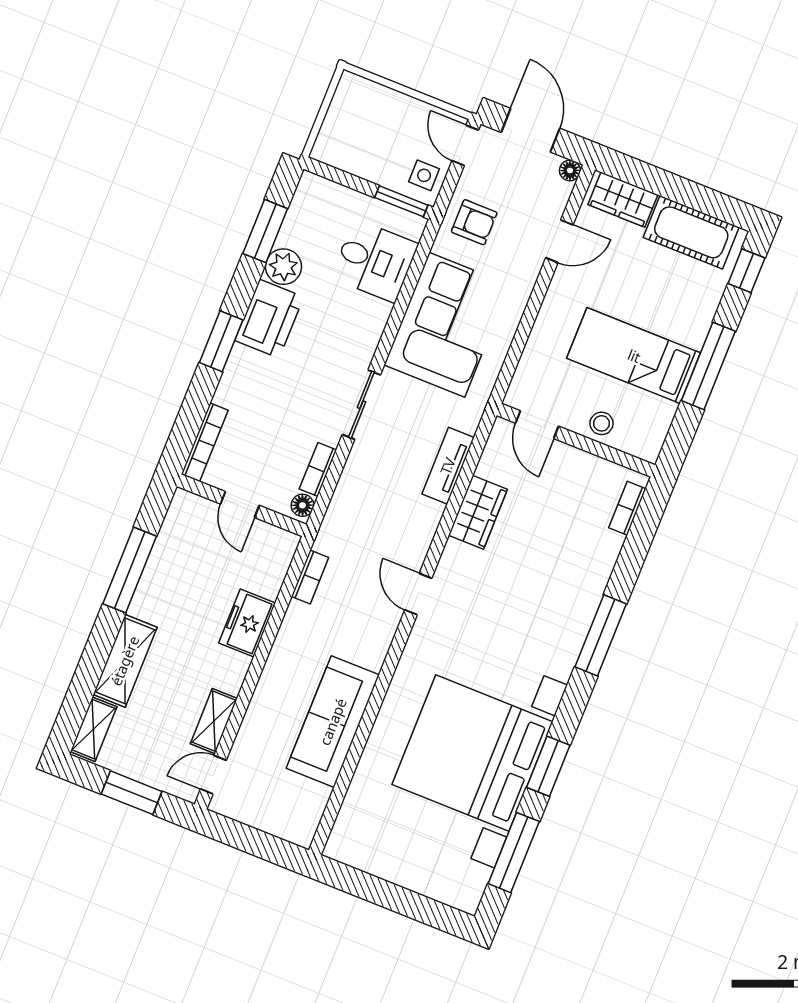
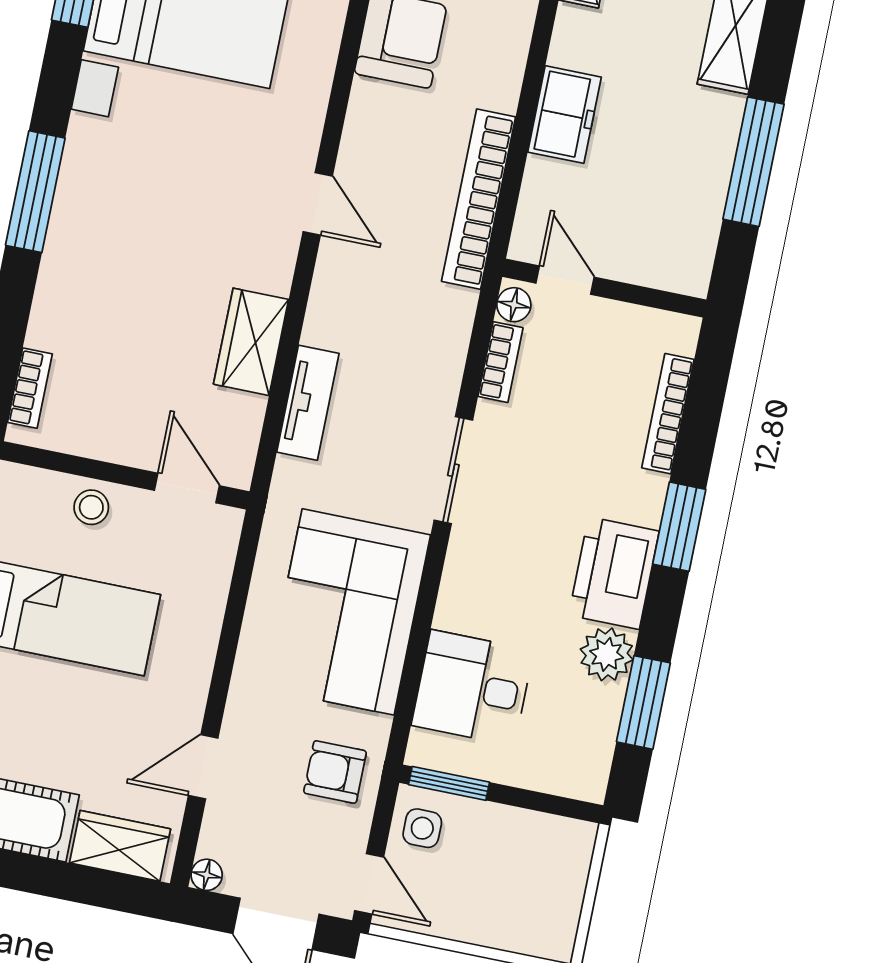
bookcase: (205, 442) -> (668, 414), moved
door: (240, 505) -> (565, 280), moved
bookcase: (310, 577) -> (479, 199), width x2.31, depth x1.31

